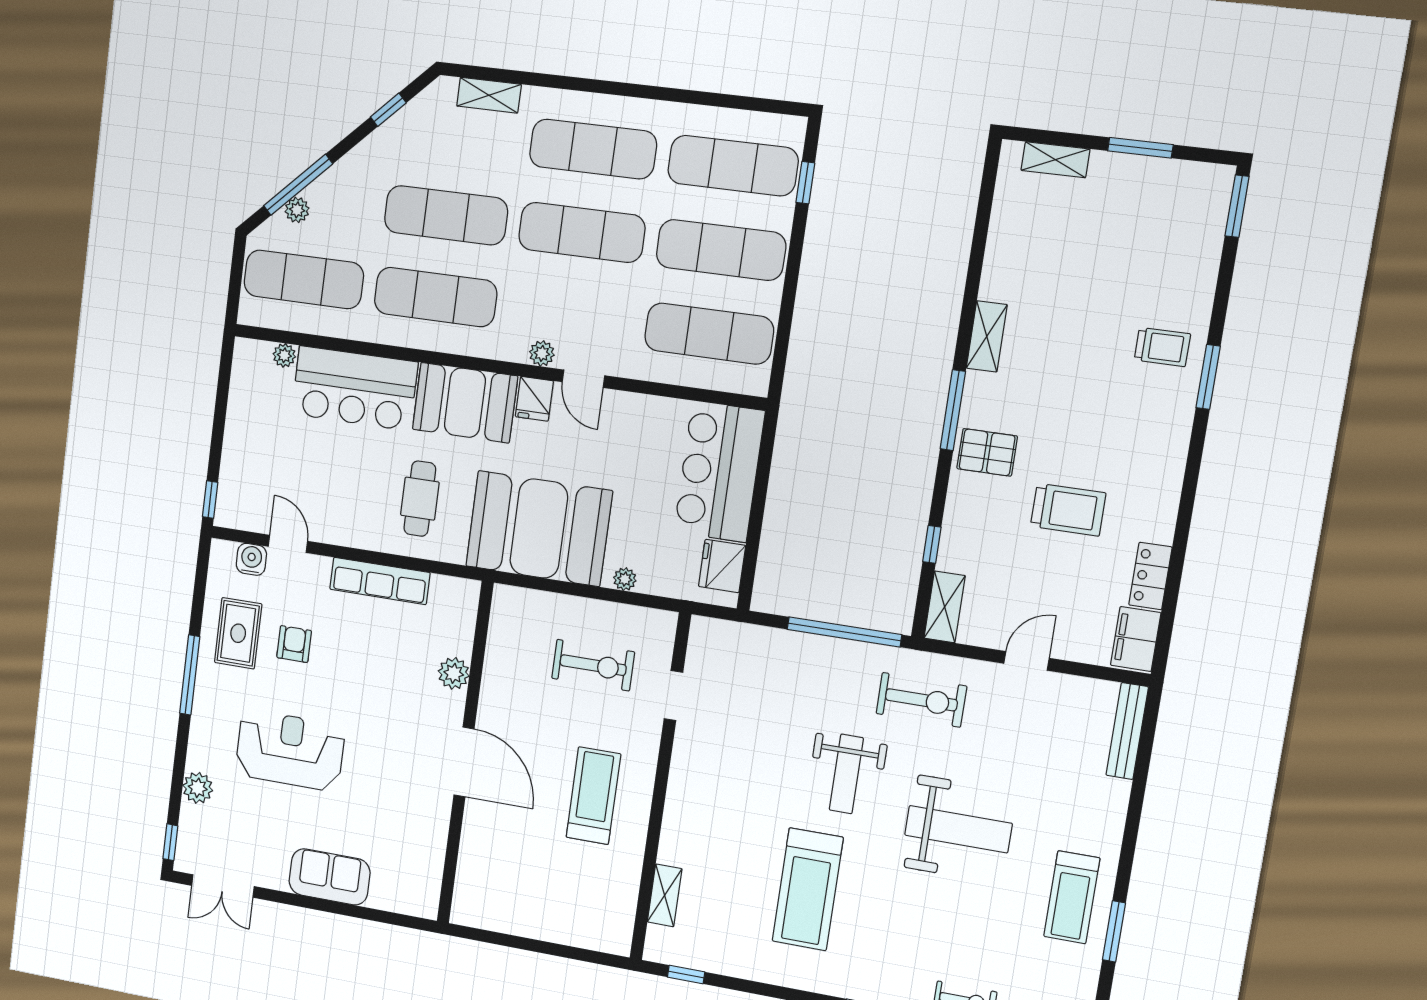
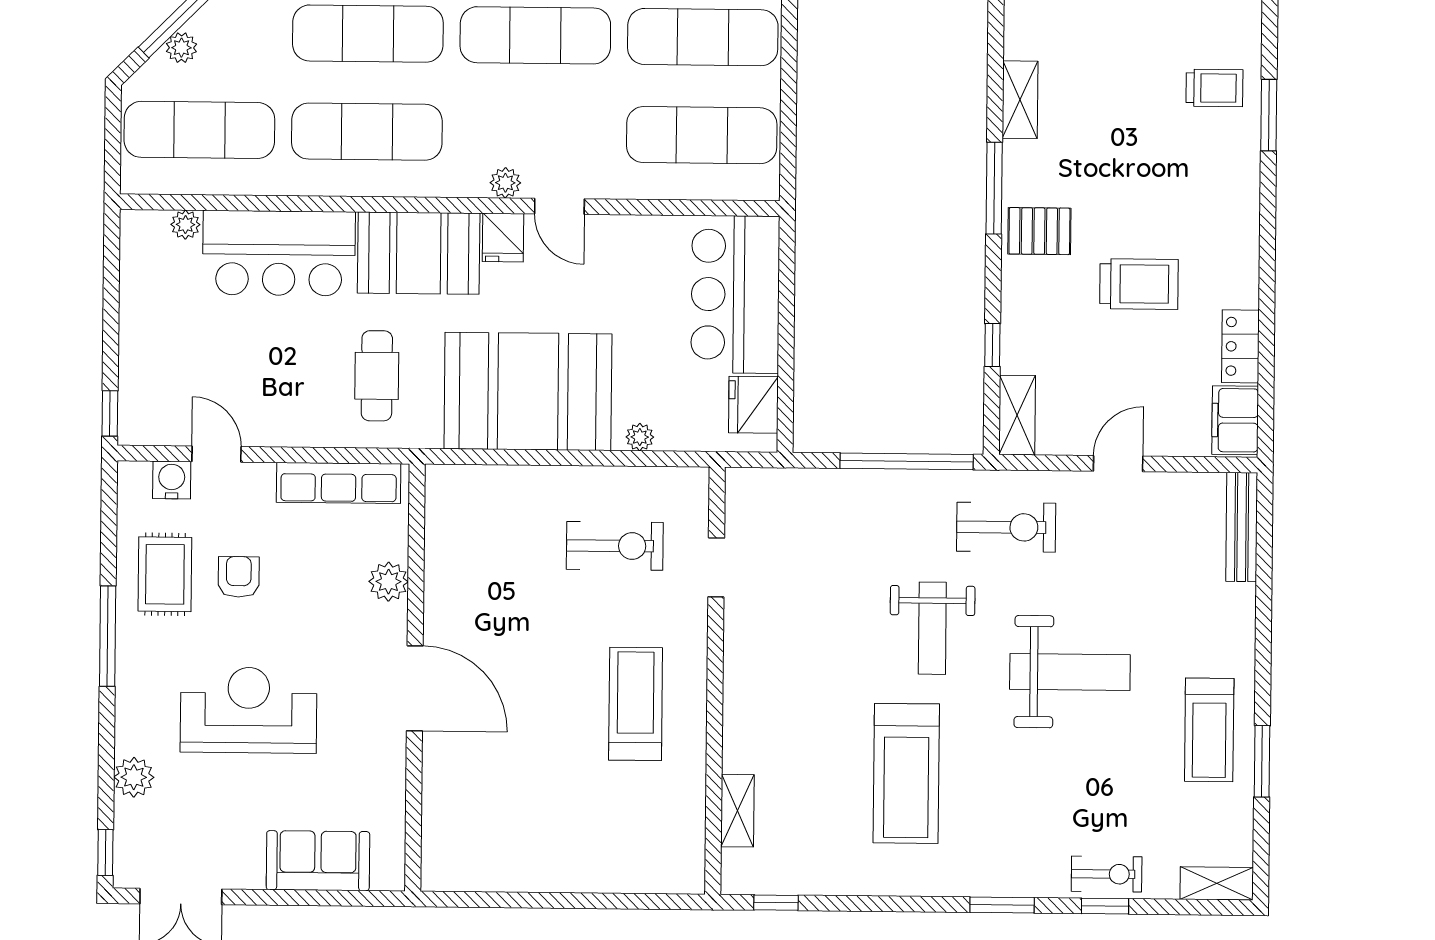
plant: (454, 673) -> (389, 582), moved
wall: (465, 753) -> (415, 678), moved
door: (464, 762) -> (415, 688), moved

